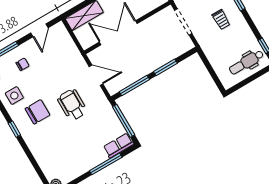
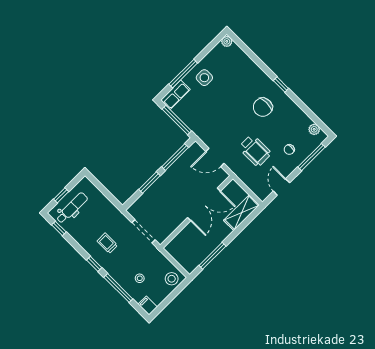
window: (254, 77) -> (61, 195), added
side table: (14, 96) -> (204, 78), moved
wheelchair: (72, 105) -> (255, 150), moved

